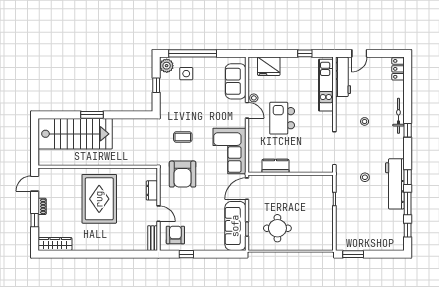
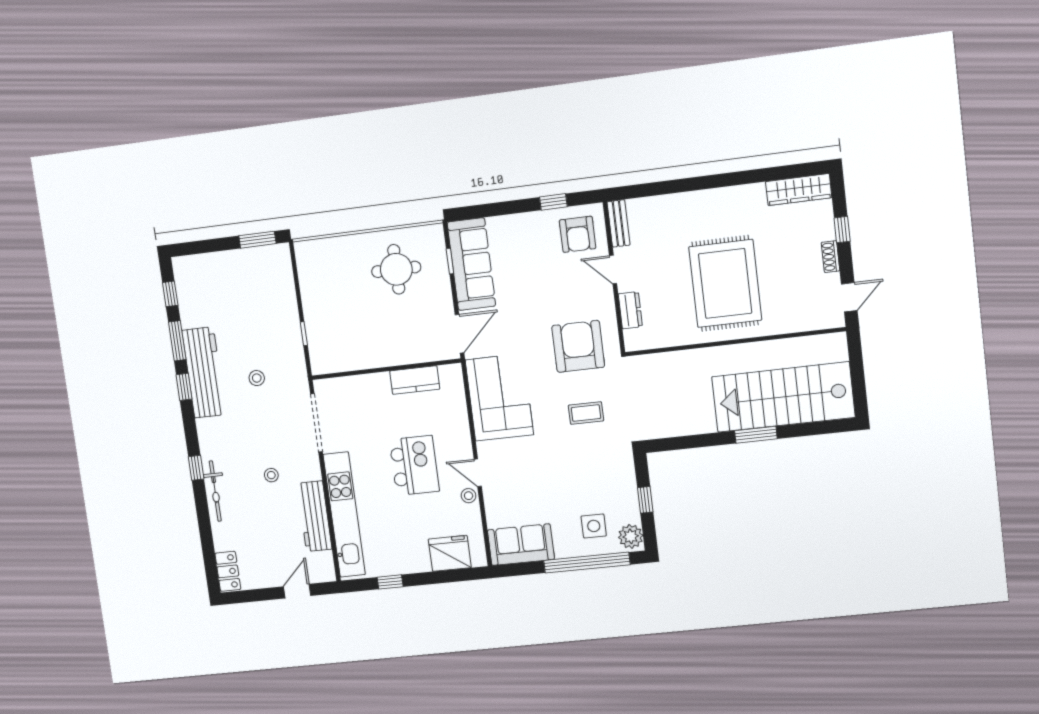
workbench: (343, 77) -> (315, 516), moved
sofa: (236, 81) -> (521, 545), moved, turned -90
kitchen unit: (326, 85) -> (344, 515), width x1.36

